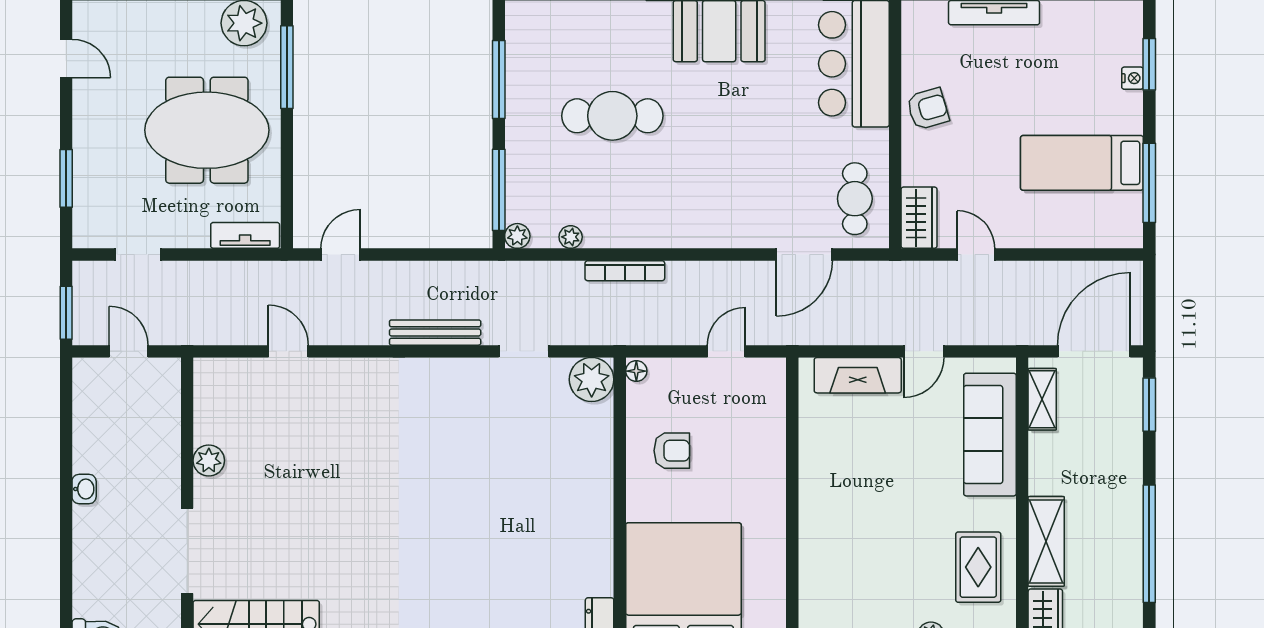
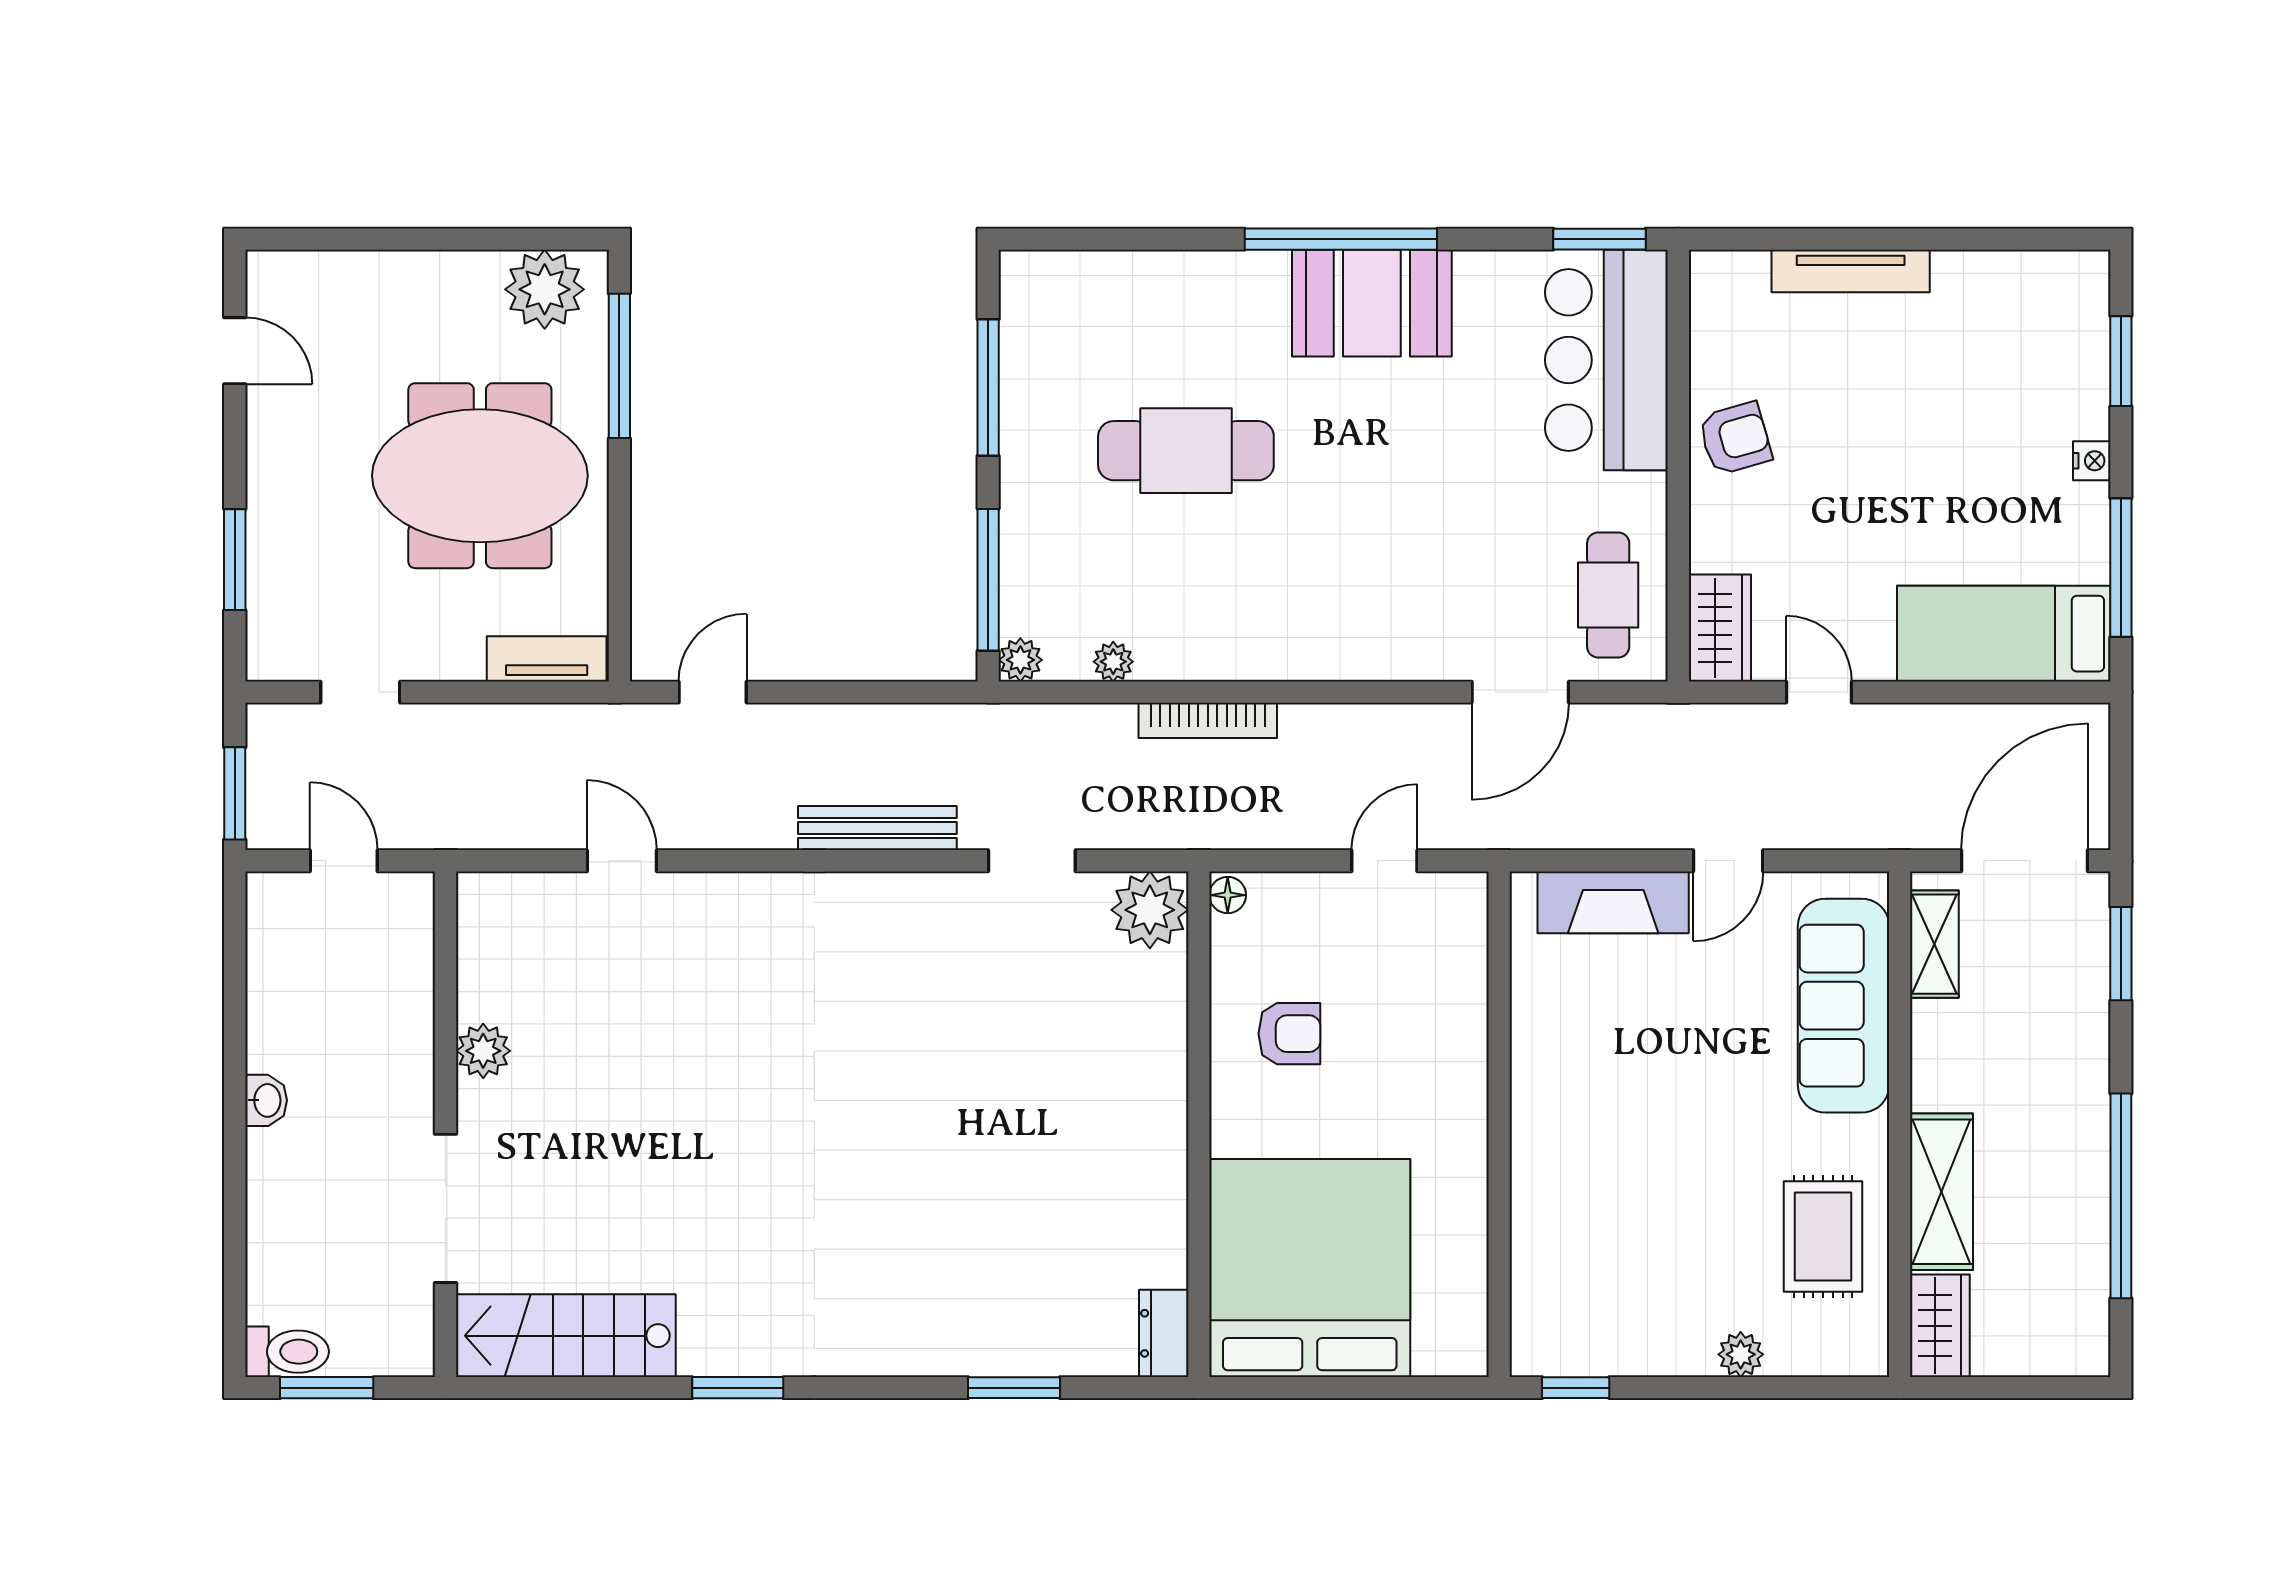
nightstand: (1133, 78) -> (2092, 461), moved
bed: (1082, 163) -> (2004, 634), moved

